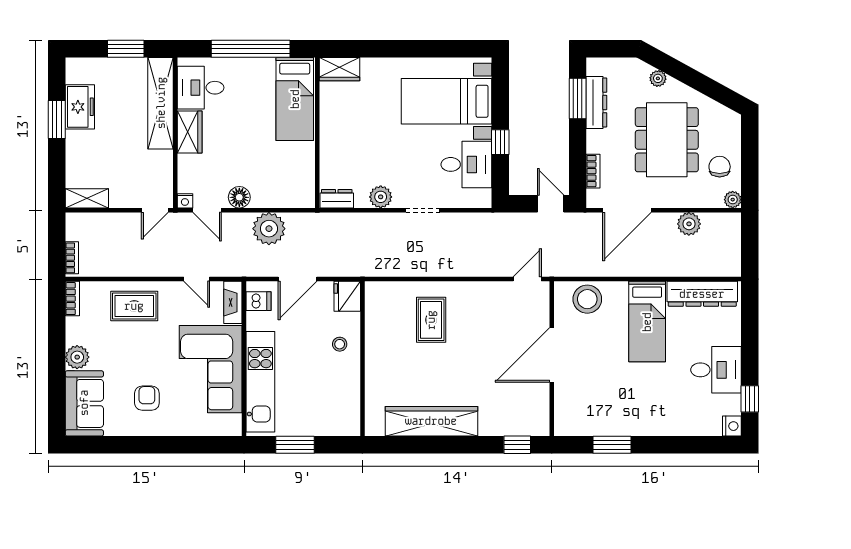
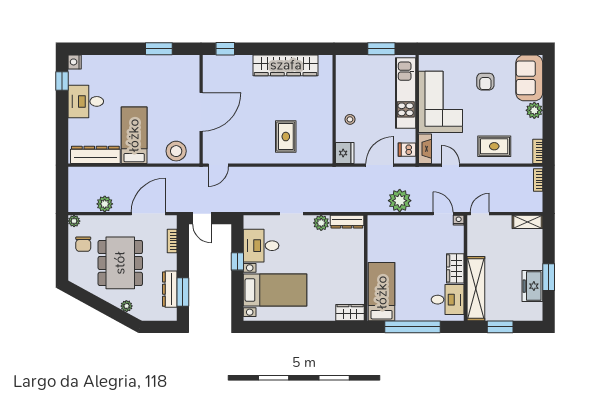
floor lamp: (239, 197) -> (420, 223), removed
dresser: (337, 199) -> (347, 222), width x1.44

